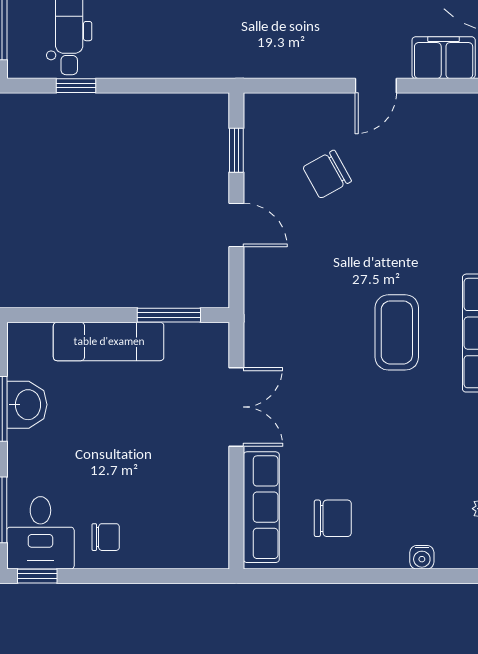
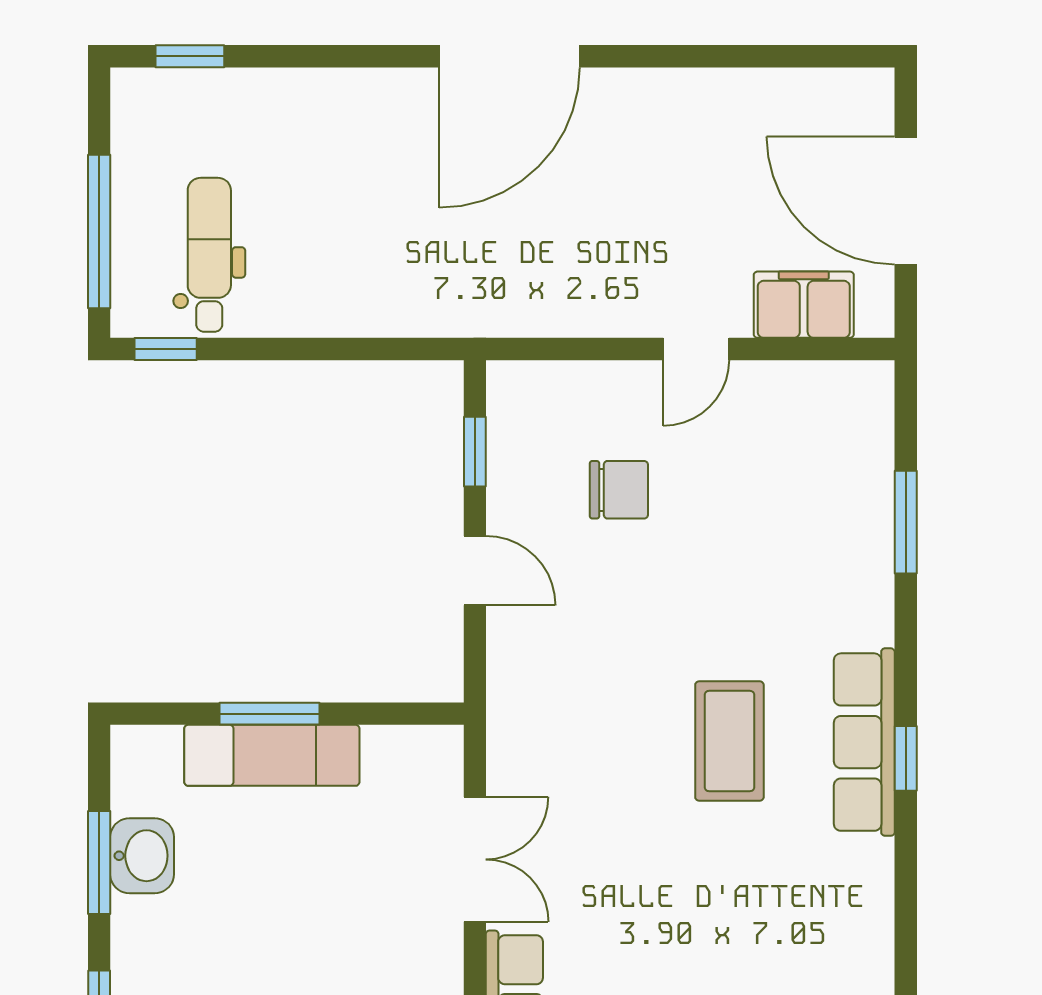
window: (76, 86) -> (166, 349), moved
chair: (327, 174) -> (619, 490), turned -151
window: (169, 315) -> (270, 714), moved

